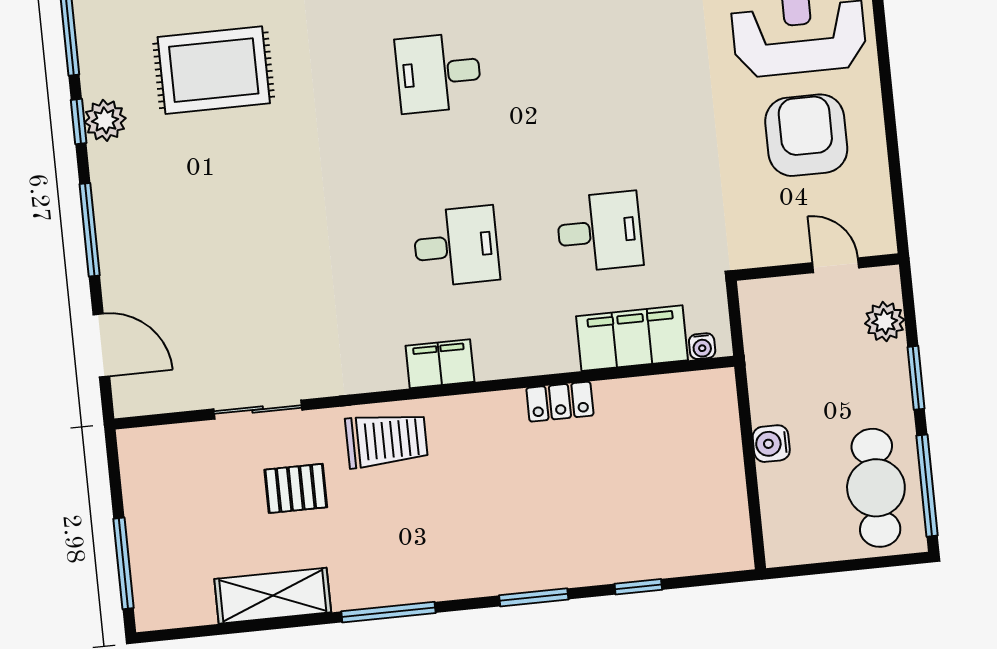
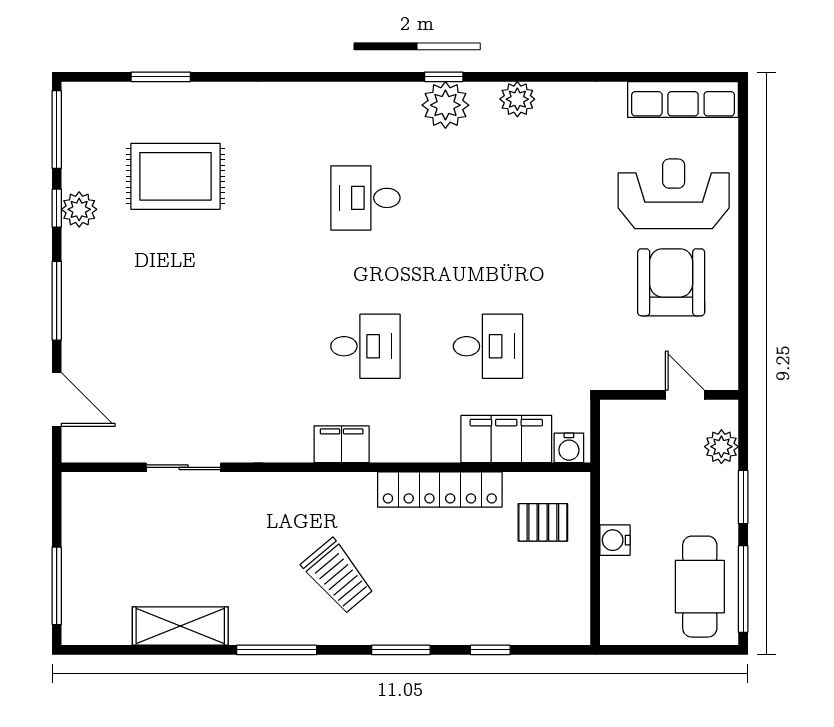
water cooler: (702, 346) -> (569, 448), width x1.38, depth x1.38
locker: (560, 402) -> (440, 490), width x2.16, depth x1.21
trolley: (386, 440) -> (338, 576), moved, turned 50
pallet: (296, 488) -> (543, 522), moved

